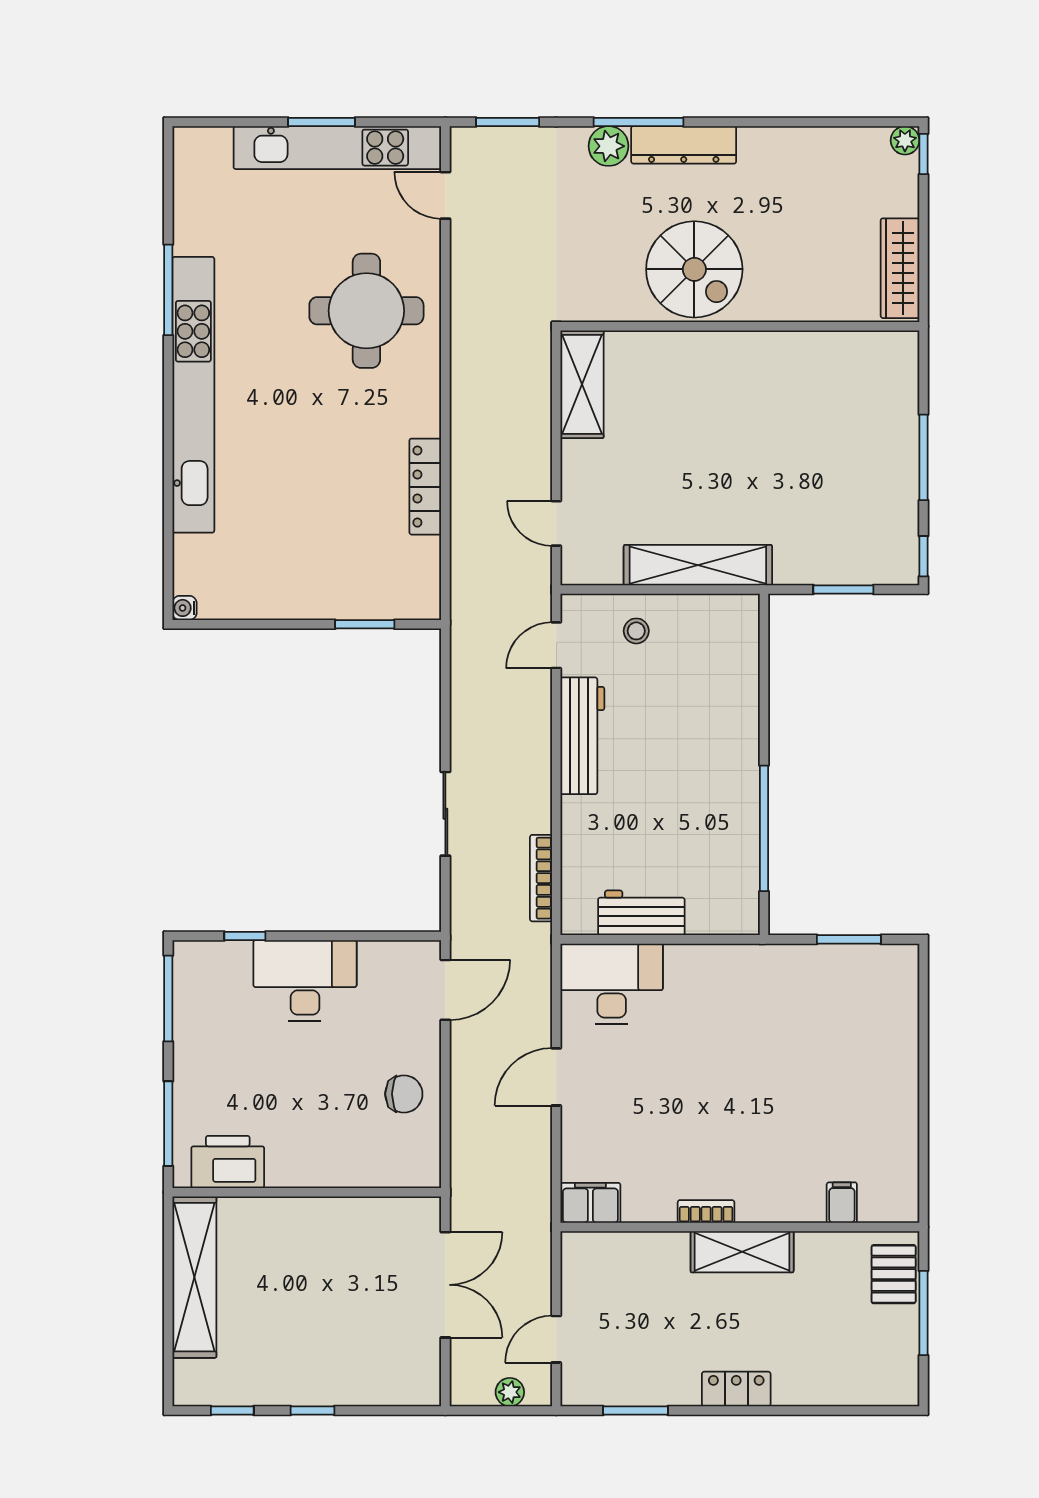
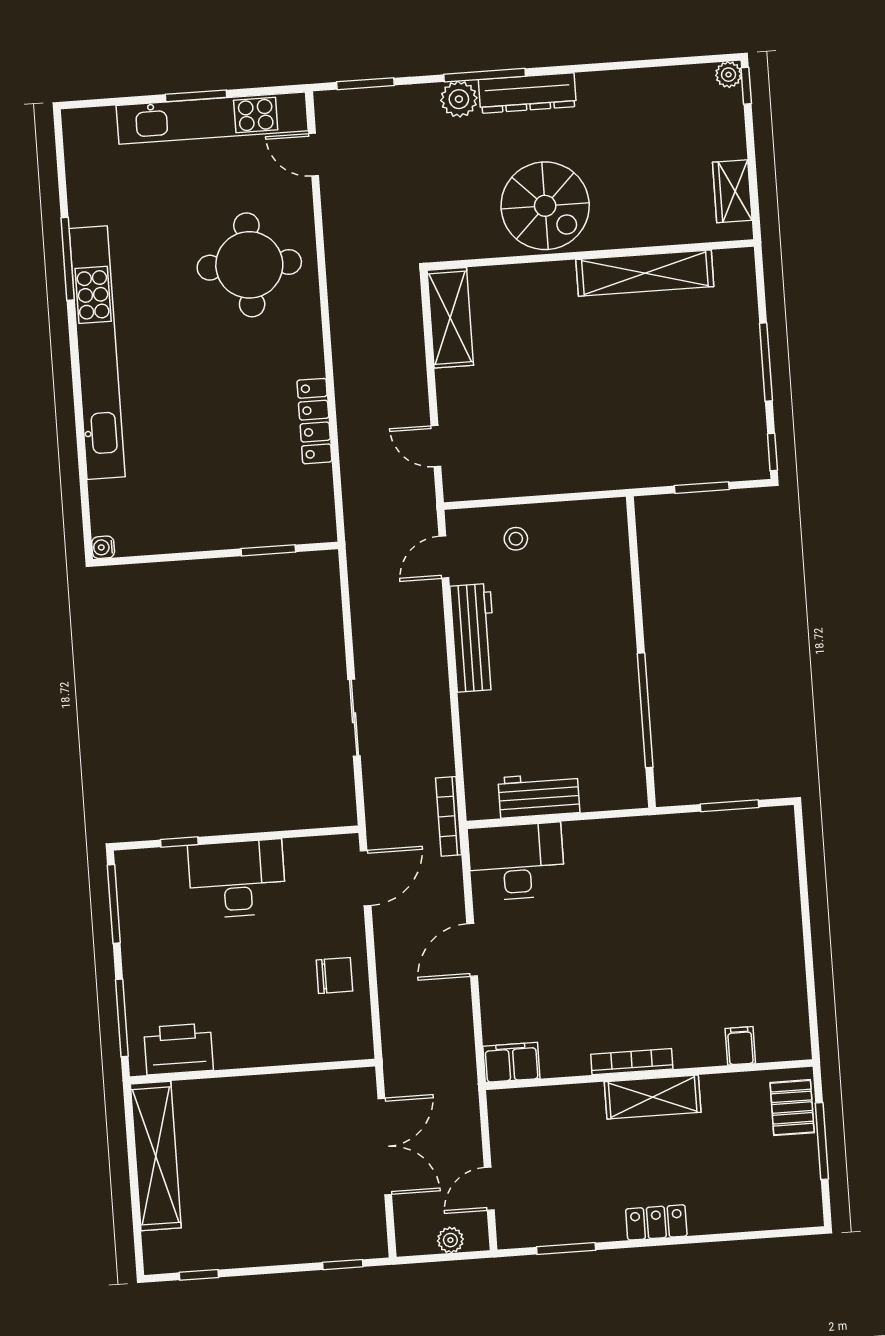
wardrobe: (900, 268) -> (732, 191), width x0.67
shelving: (698, 565) -> (645, 273), moved
bookcase: (541, 878) -> (449, 816), moved
bookcase: (706, 1211) -> (632, 1062), width x1.56
window: (313, 1410) -> (343, 1265), moved

